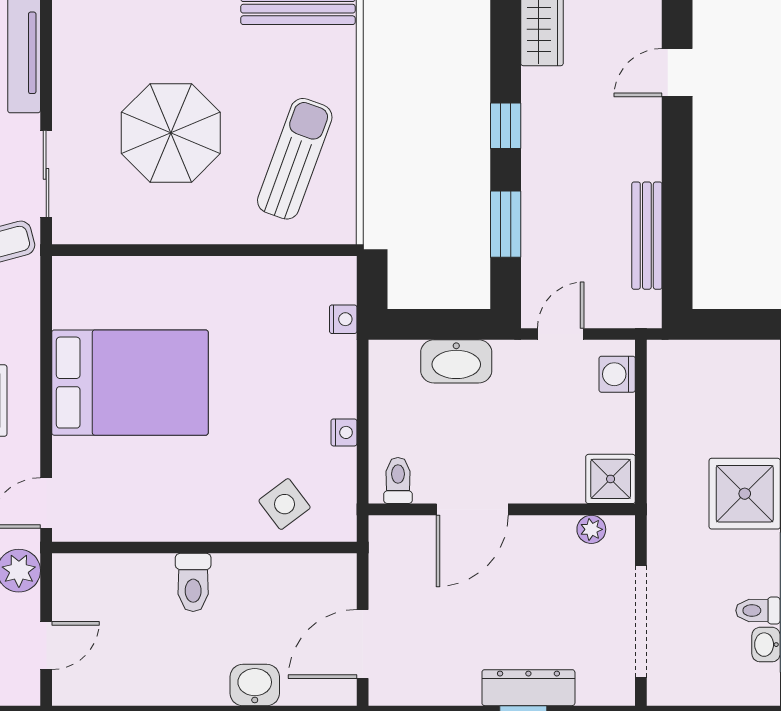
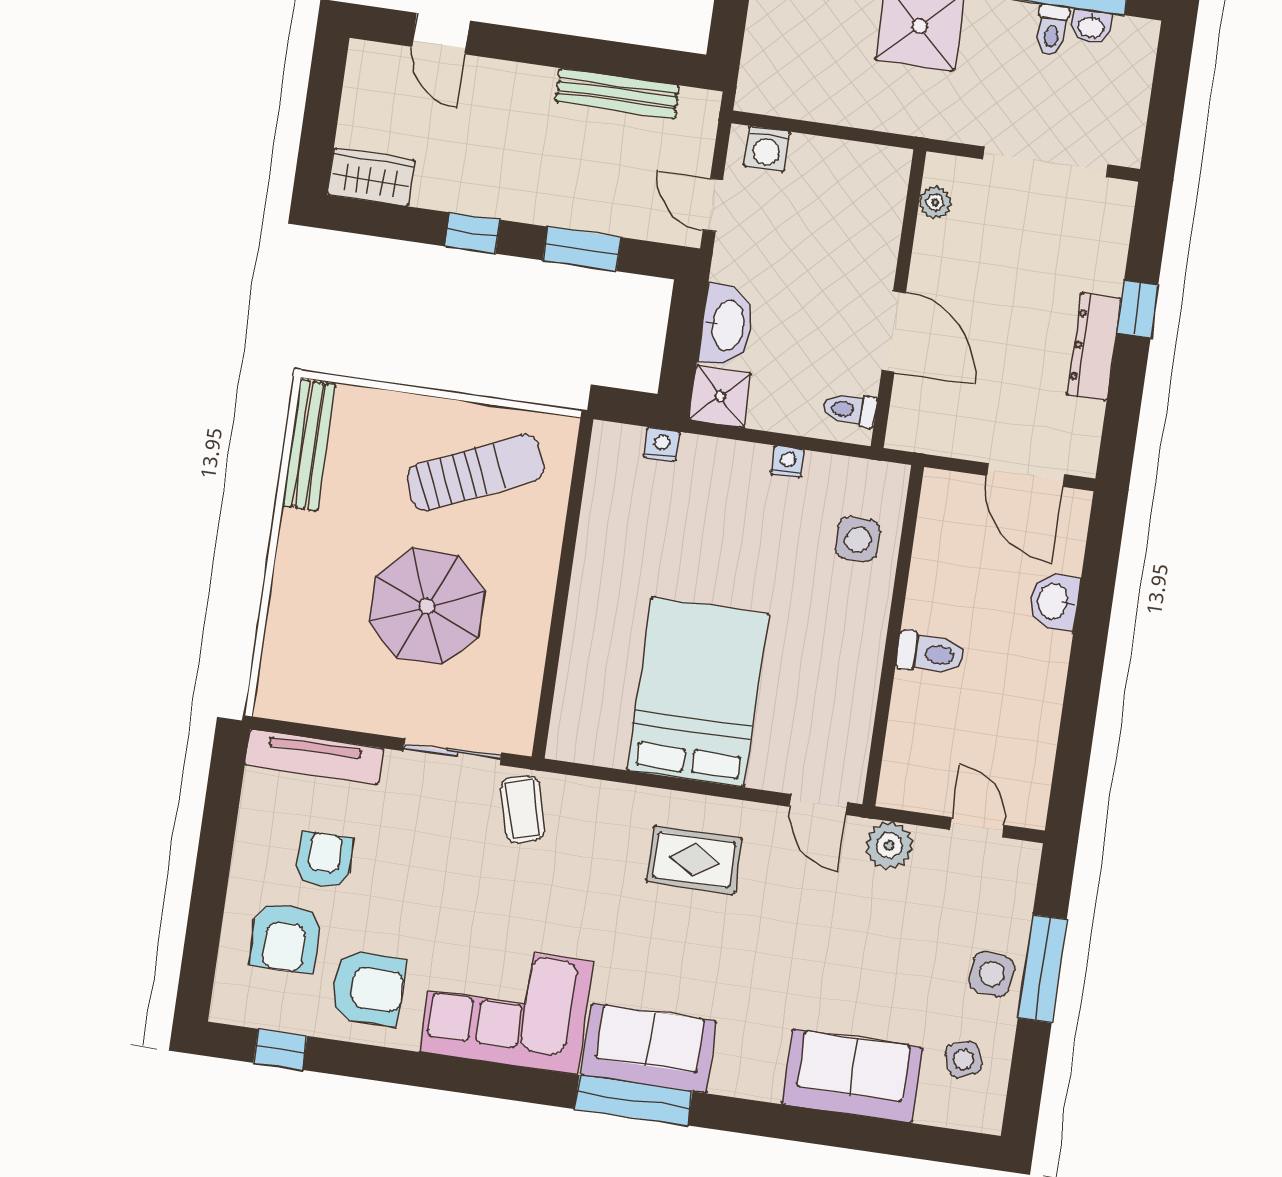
sun lounger: (295, 159) -> (475, 473), turned 136
shower: (611, 479) -> (720, 396), moved
side table: (285, 504) -> (858, 539), turned 37
dresser: (528, 688) -> (1094, 347), moved

